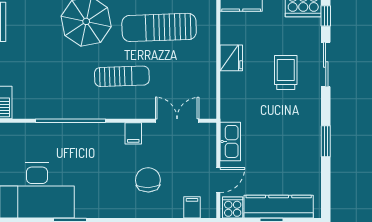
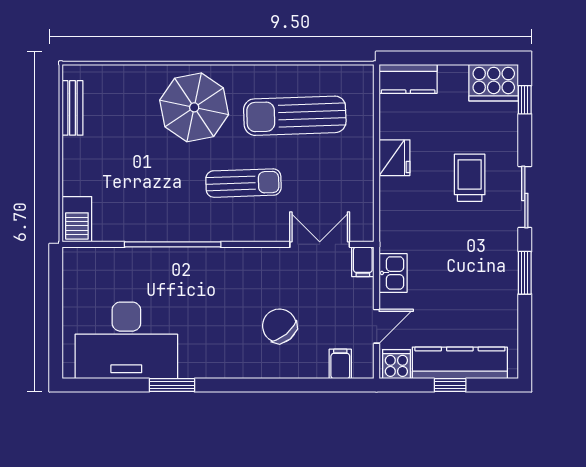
sliding door: (326, 64) -> (525, 197), moved
filing cabinet: (133, 133) -> (363, 262), moved
kitchen sink: (230, 141) -> (393, 273), width x0.73
chair: (148, 180) -> (279, 326), turned -38

